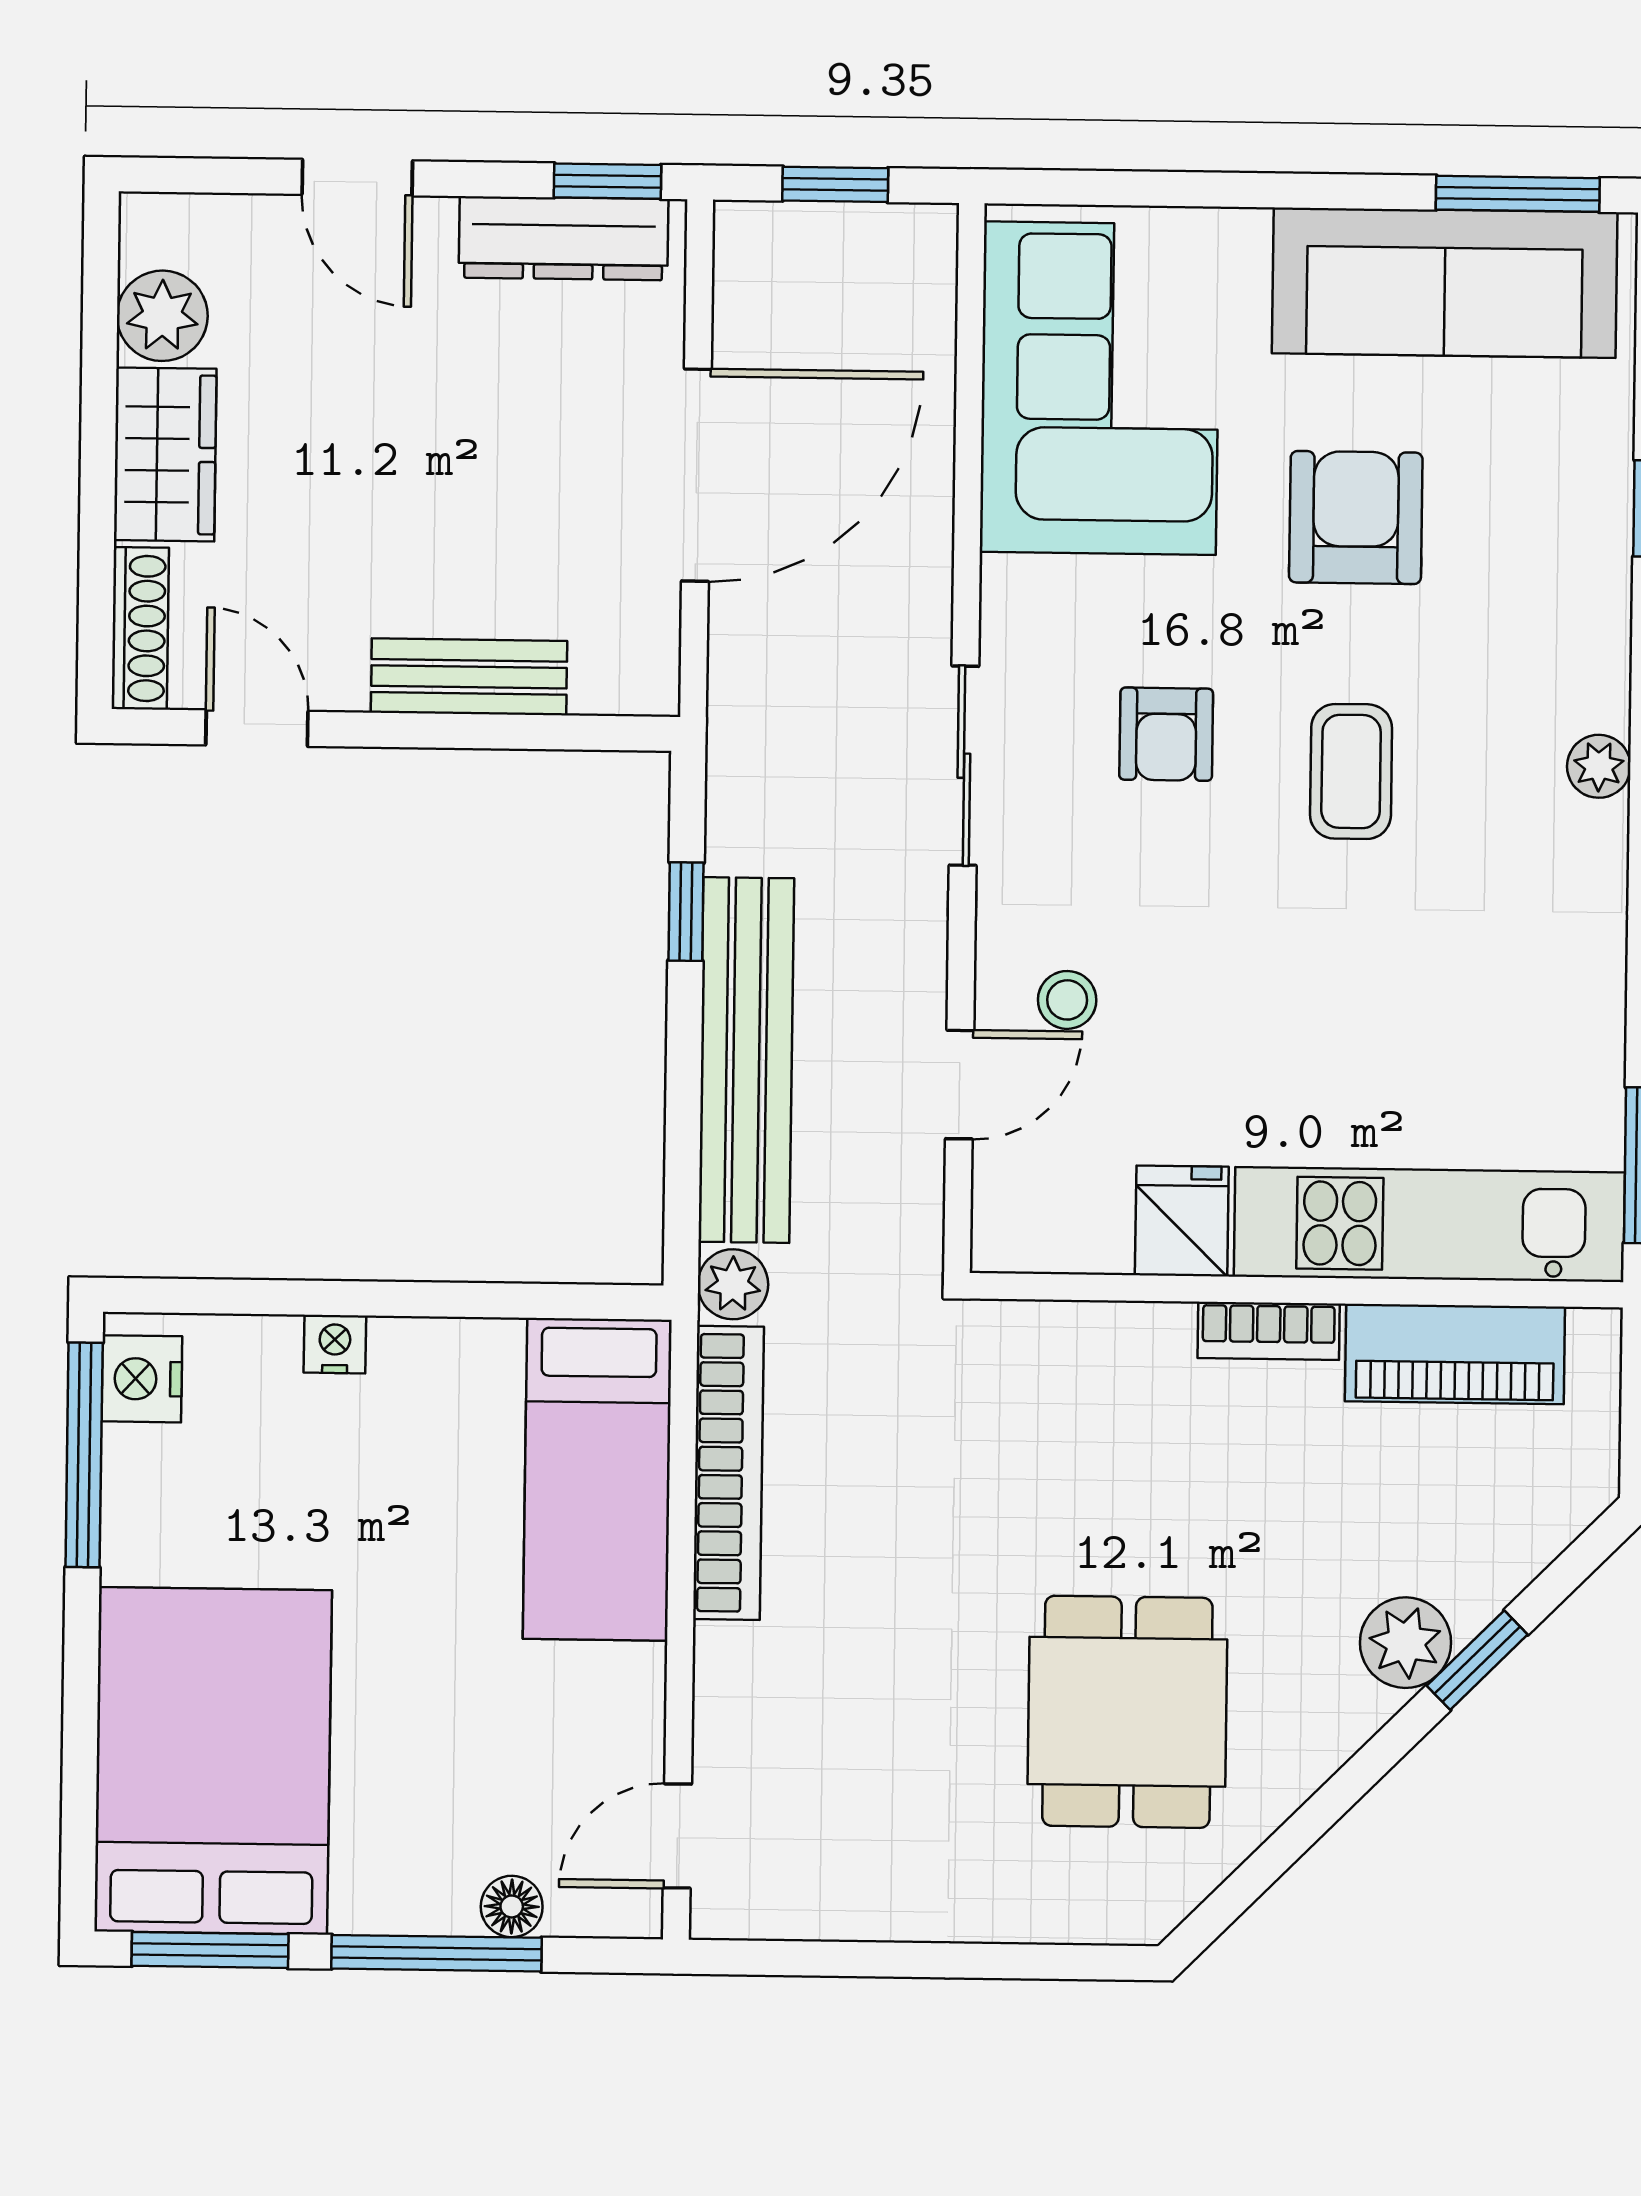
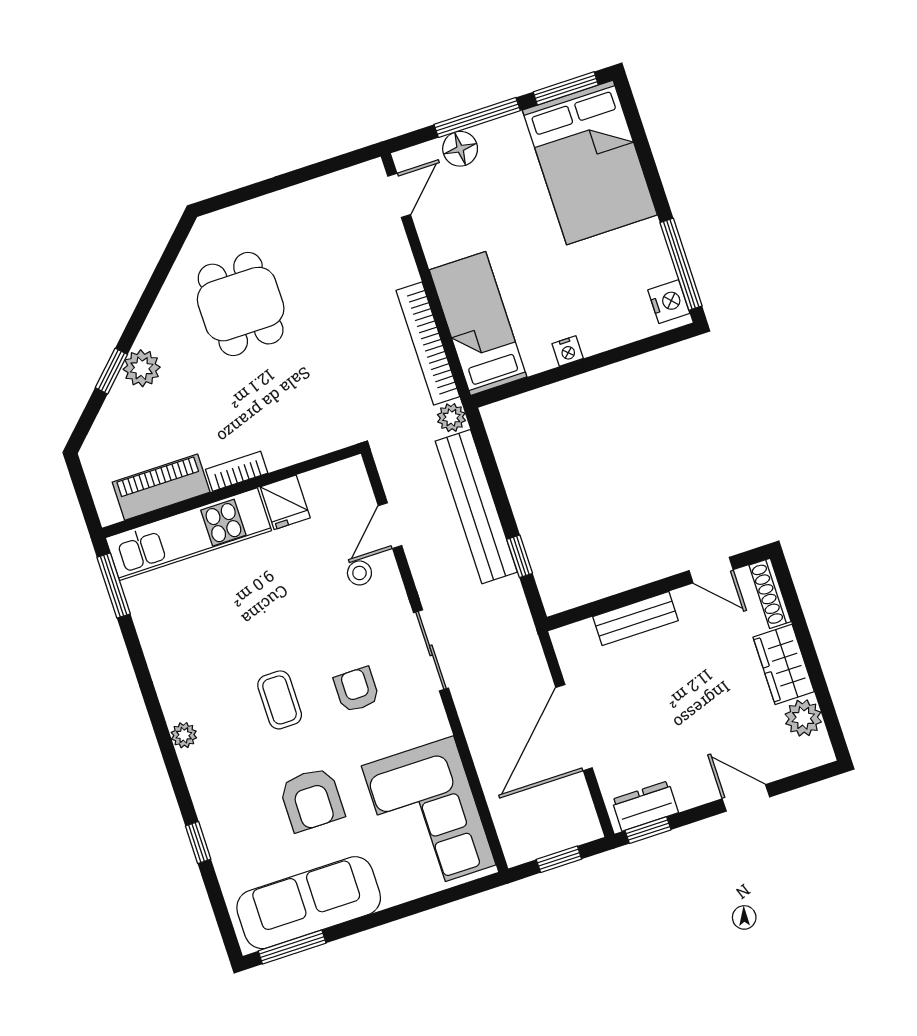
dresser: (564, 238) -> (645, 806), width x0.70
nightstand: (335, 1344) -> (568, 351), moved
floor lamp: (512, 1906) -> (460, 149), width x1.37, depth x1.37

